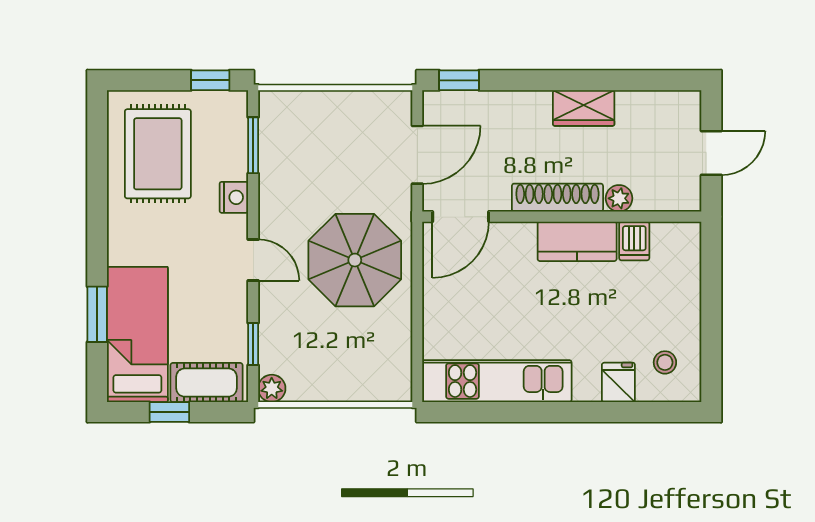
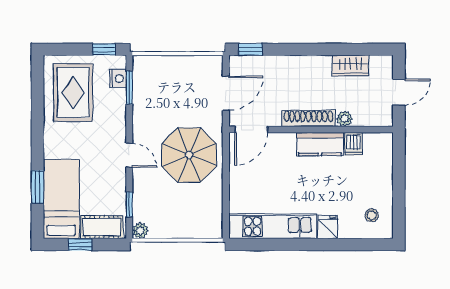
wardrobe: (584, 108) -> (350, 66), moved
nightstand: (234, 197) -> (118, 79), moved
fridge: (618, 382) -> (328, 227), moved

